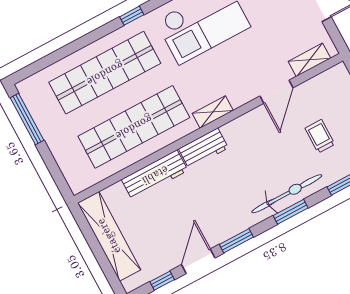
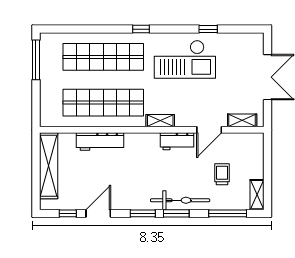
workbench: (203, 148) -> (177, 141), moved
window: (236, 241) -> (143, 213), moved

